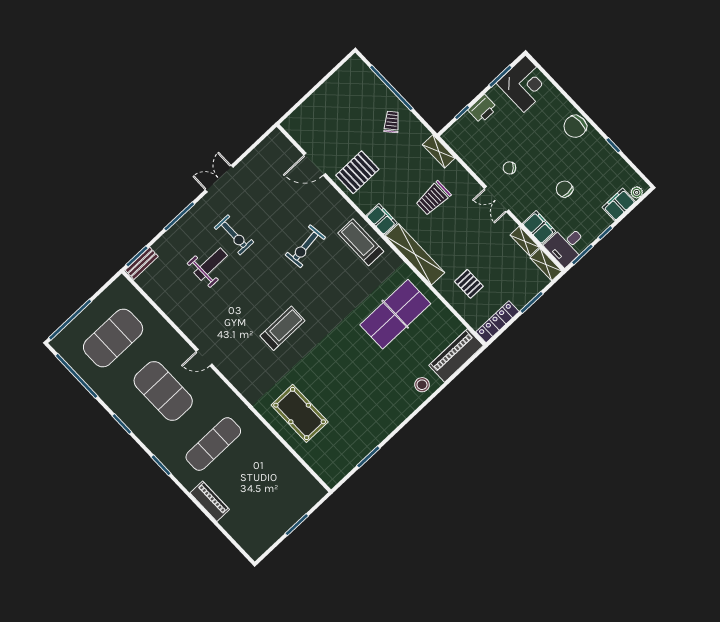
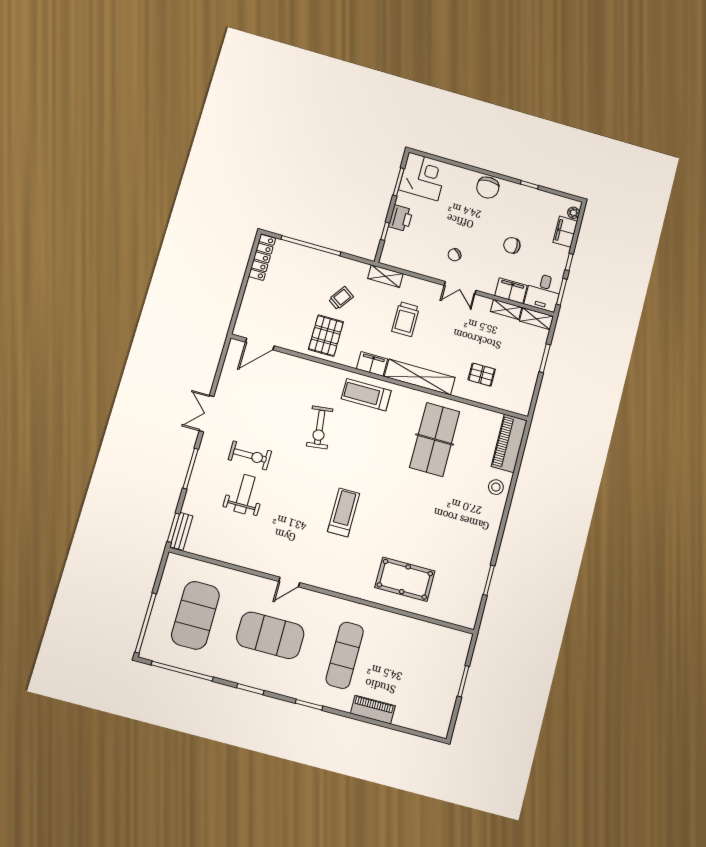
trolley: (392, 122) -> (341, 298), moved, turned 76
door: (315, 164) -> (260, 344), moved
locker: (498, 322) -> (262, 257), moved, turned 180

